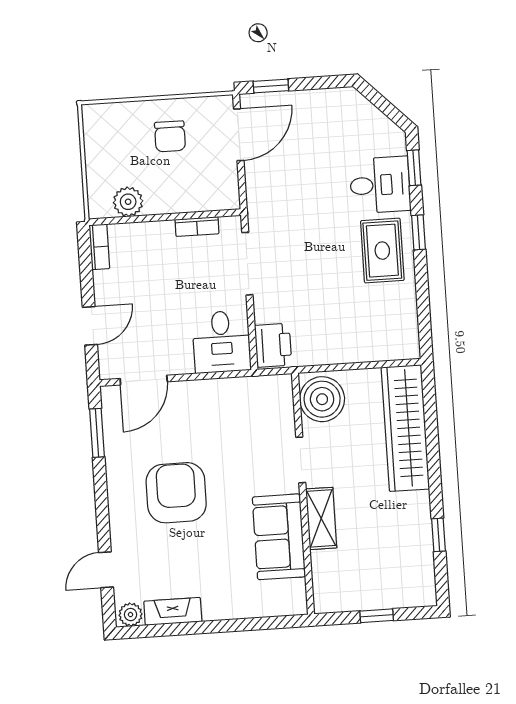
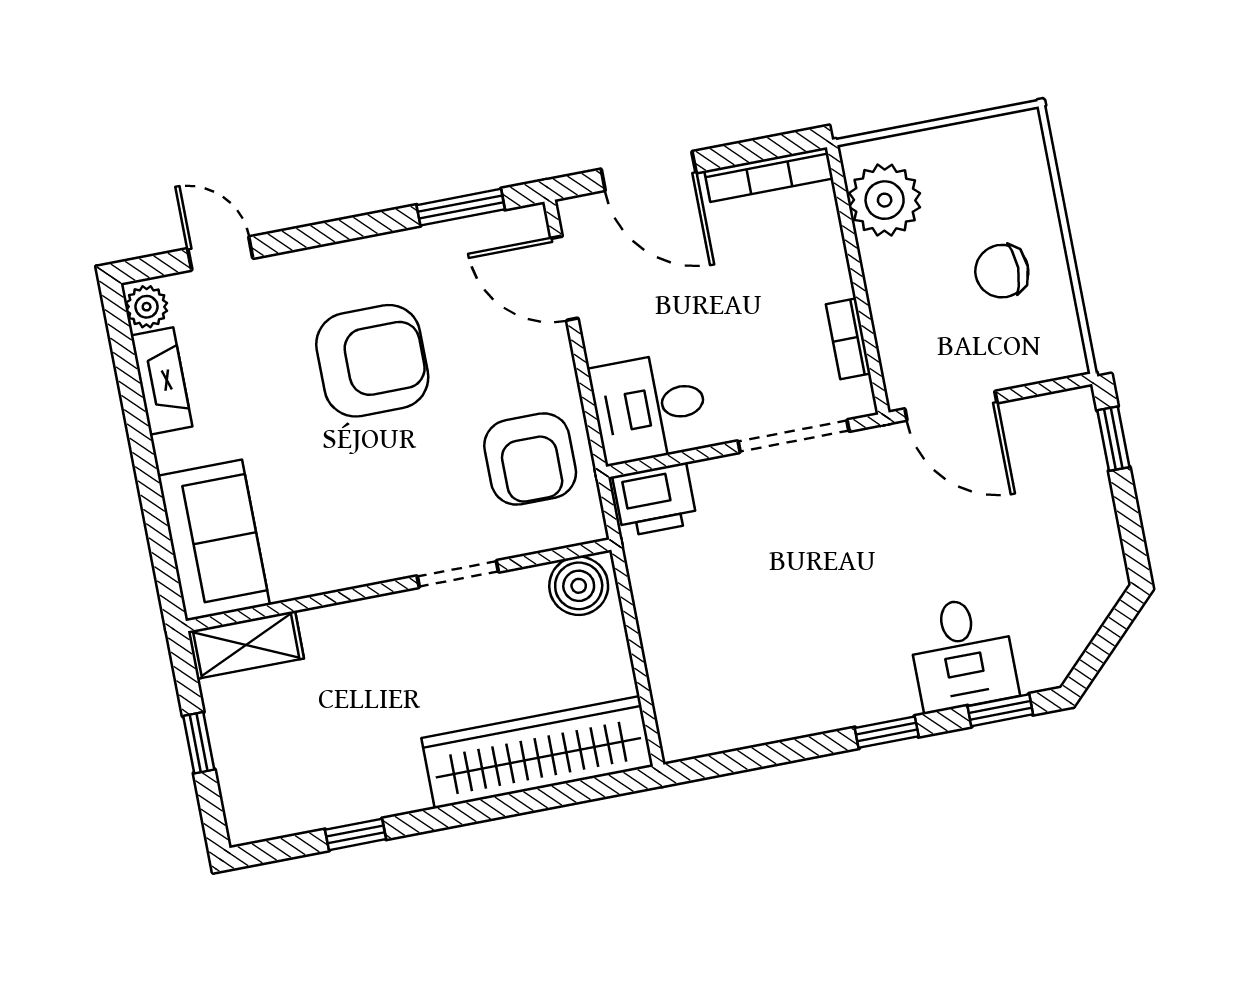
door: (239, 135) -> (951, 406), moved
plant: (128, 202) -> (885, 200), width x1.36, depth x1.36
bookcase: (99, 247) -> (769, 175), width x1.56
rug: (382, 251) -> (847, 672), removed
door: (90, 326) -> (649, 171), width x1.37
boiler: (322, 399) -> (579, 586), width x0.73, depth x0.73
armchair: (242, 412) -> (530, 459), added
shelving: (321, 518) -> (246, 645), moved
sofa: (279, 537) -> (214, 540), moved, turned 90

